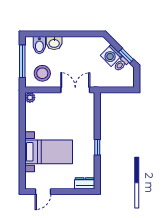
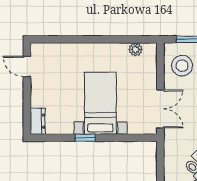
plant: (30, 98) -> (135, 49), moved
bed with nightstands: (49, 152) -> (100, 103), moved, turned 180

